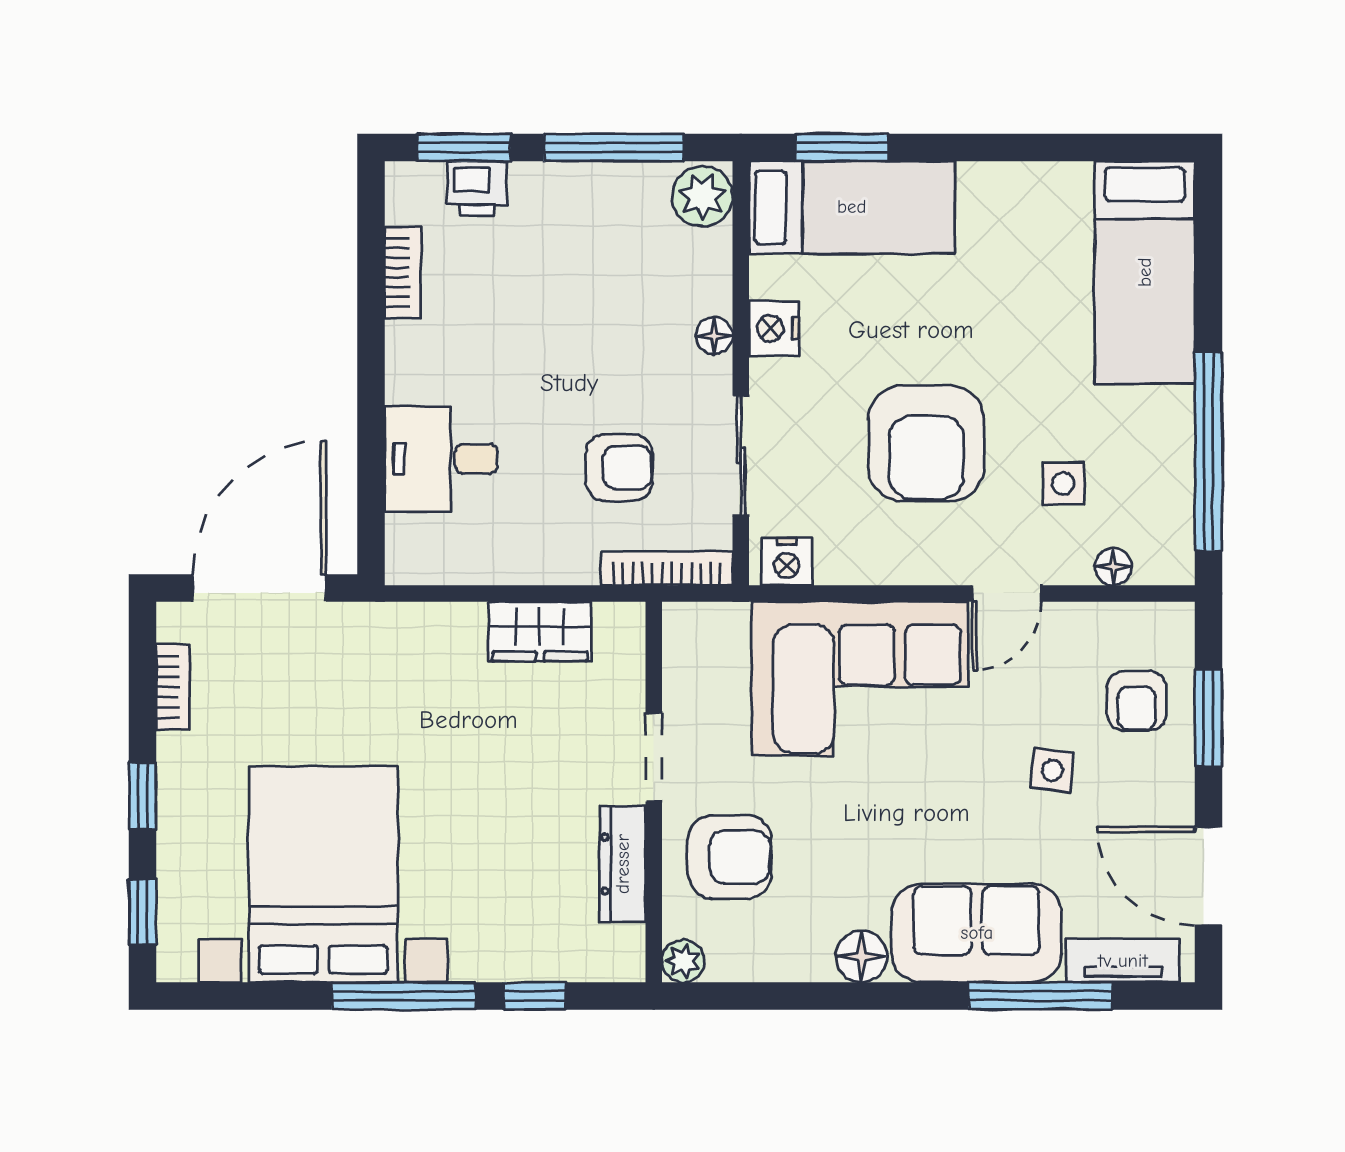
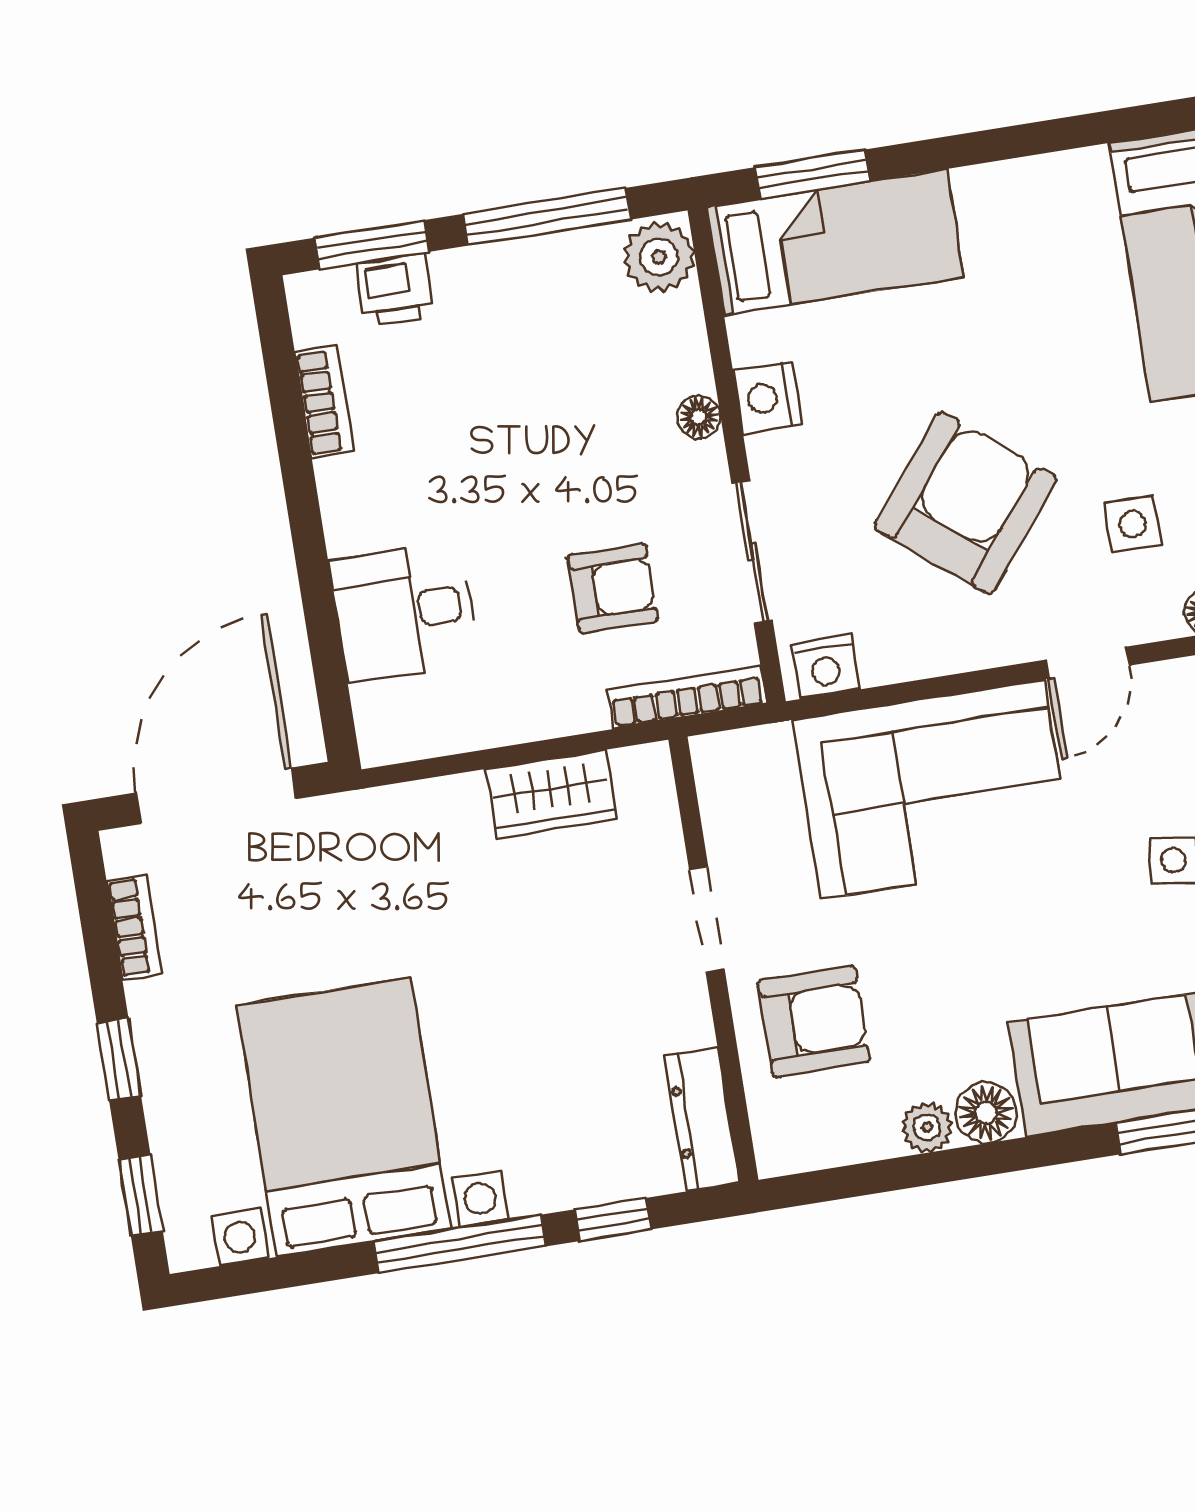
armchair: (926, 443) -> (966, 503), turned -141
dresser: (623, 864) -> (702, 1119), moved
plant: (683, 961) -> (927, 1127), moved

